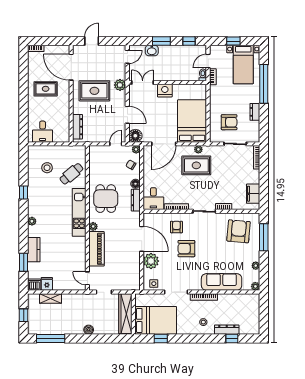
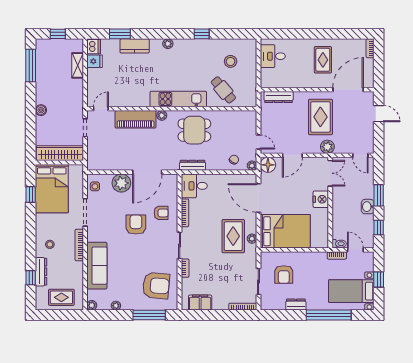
washbasin: (152, 51) -> (368, 207), moved
floor lamp: (135, 184) -> (212, 165), removed
rug: (249, 312) -> (61, 297), added

